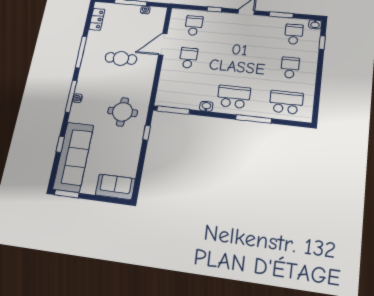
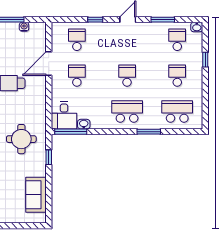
window: (322, 43) -> (205, 60), moved
school desk: (238, 63) -> (127, 76), added
desk: (169, 94) -> (64, 115), added
washbasin: (206, 106) -> (84, 124), moved
window: (254, 119) -> (149, 132), width x0.69
sofa: (115, 187) -> (36, 195), moved, turned -90

